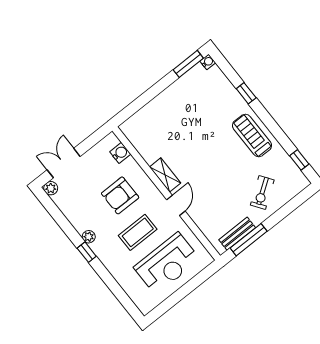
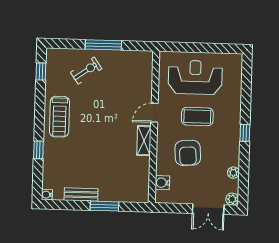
window: (188, 64) -> (105, 206), moved
armchair: (120, 195) -> (188, 153), turned 86
bench: (237, 234) -> (81, 195), moved
plant: (89, 237) -> (233, 173), moved
window: (249, 240) -> (103, 45), moved

